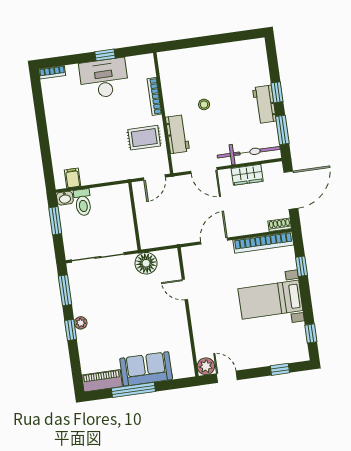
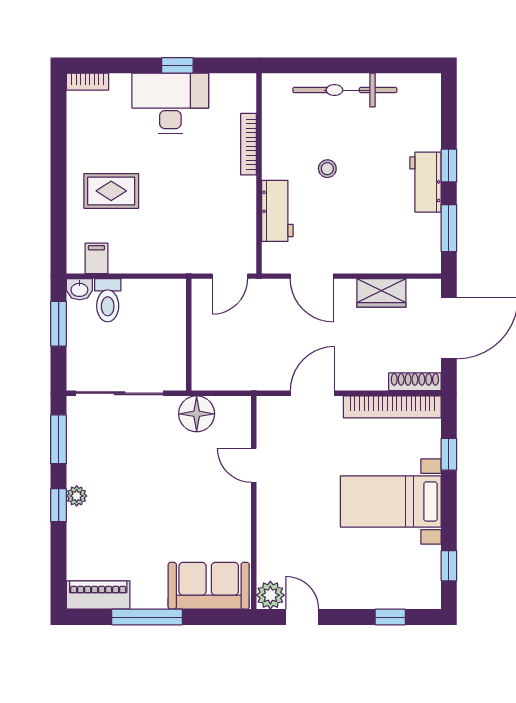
rug: (144, 138) -> (111, 191), moved
bicycle: (249, 152) -> (345, 90), moved, turned 180
shoe rack: (280, 225) -> (415, 382), width x1.43
sofa: (146, 369) -> (209, 586), moved

